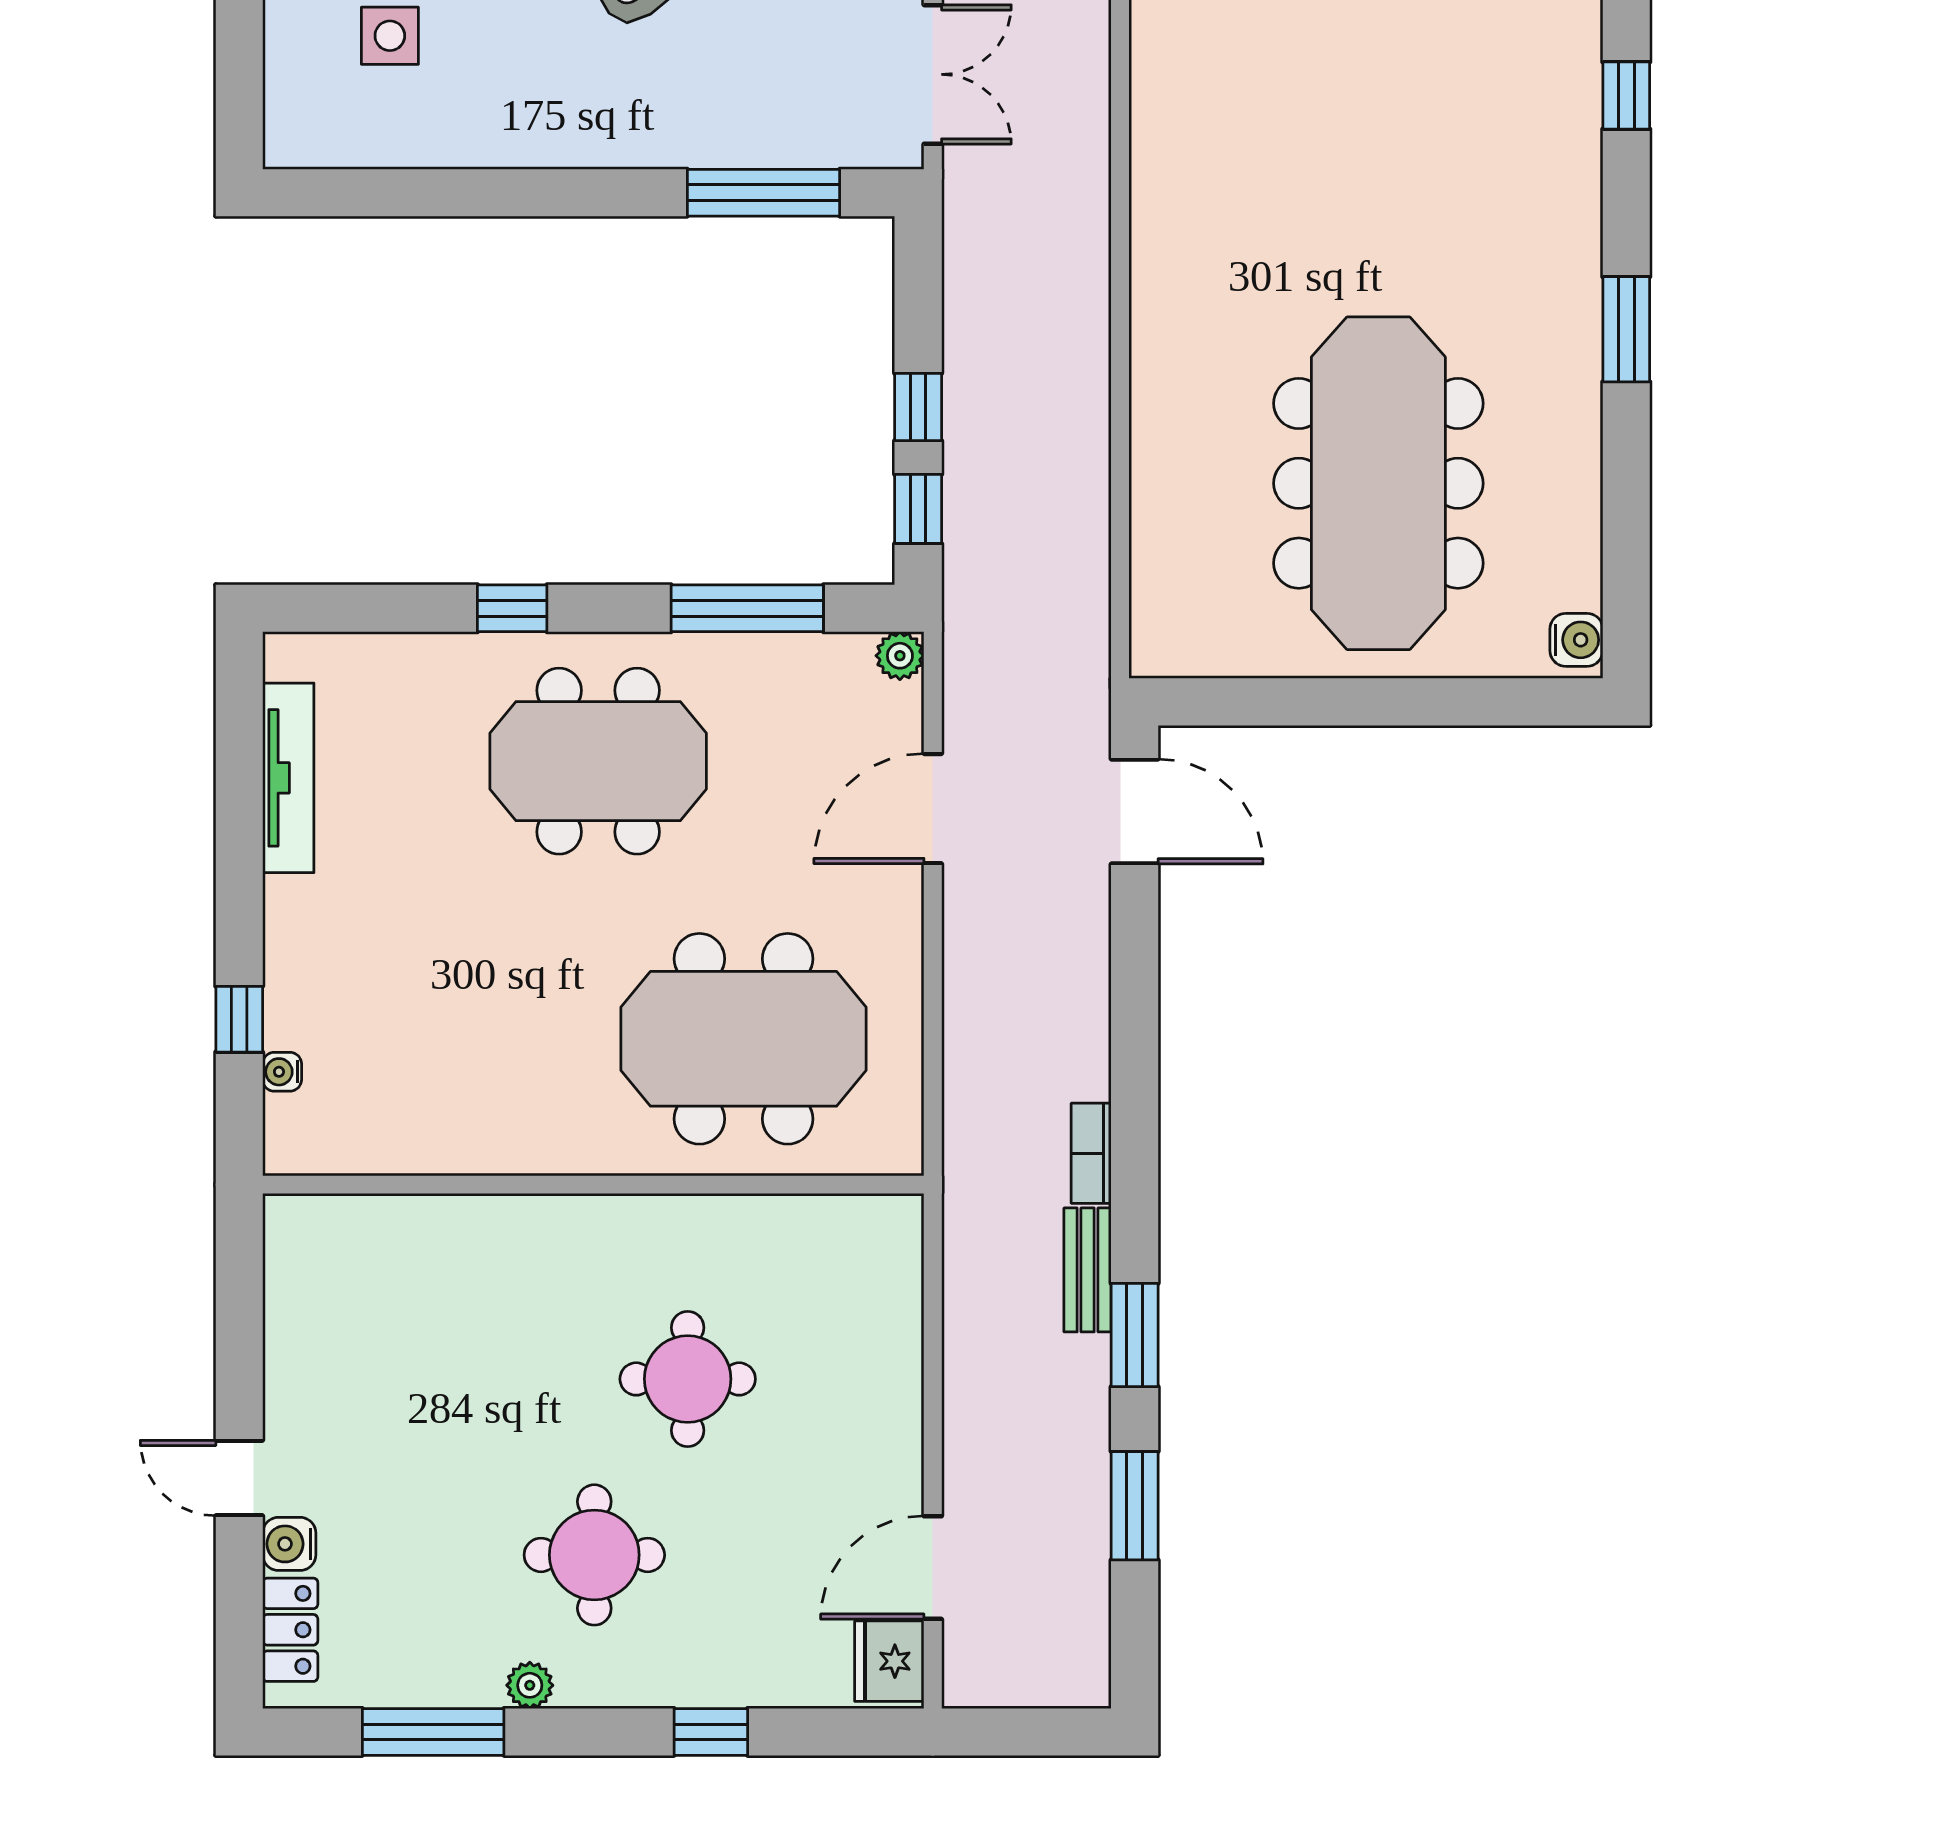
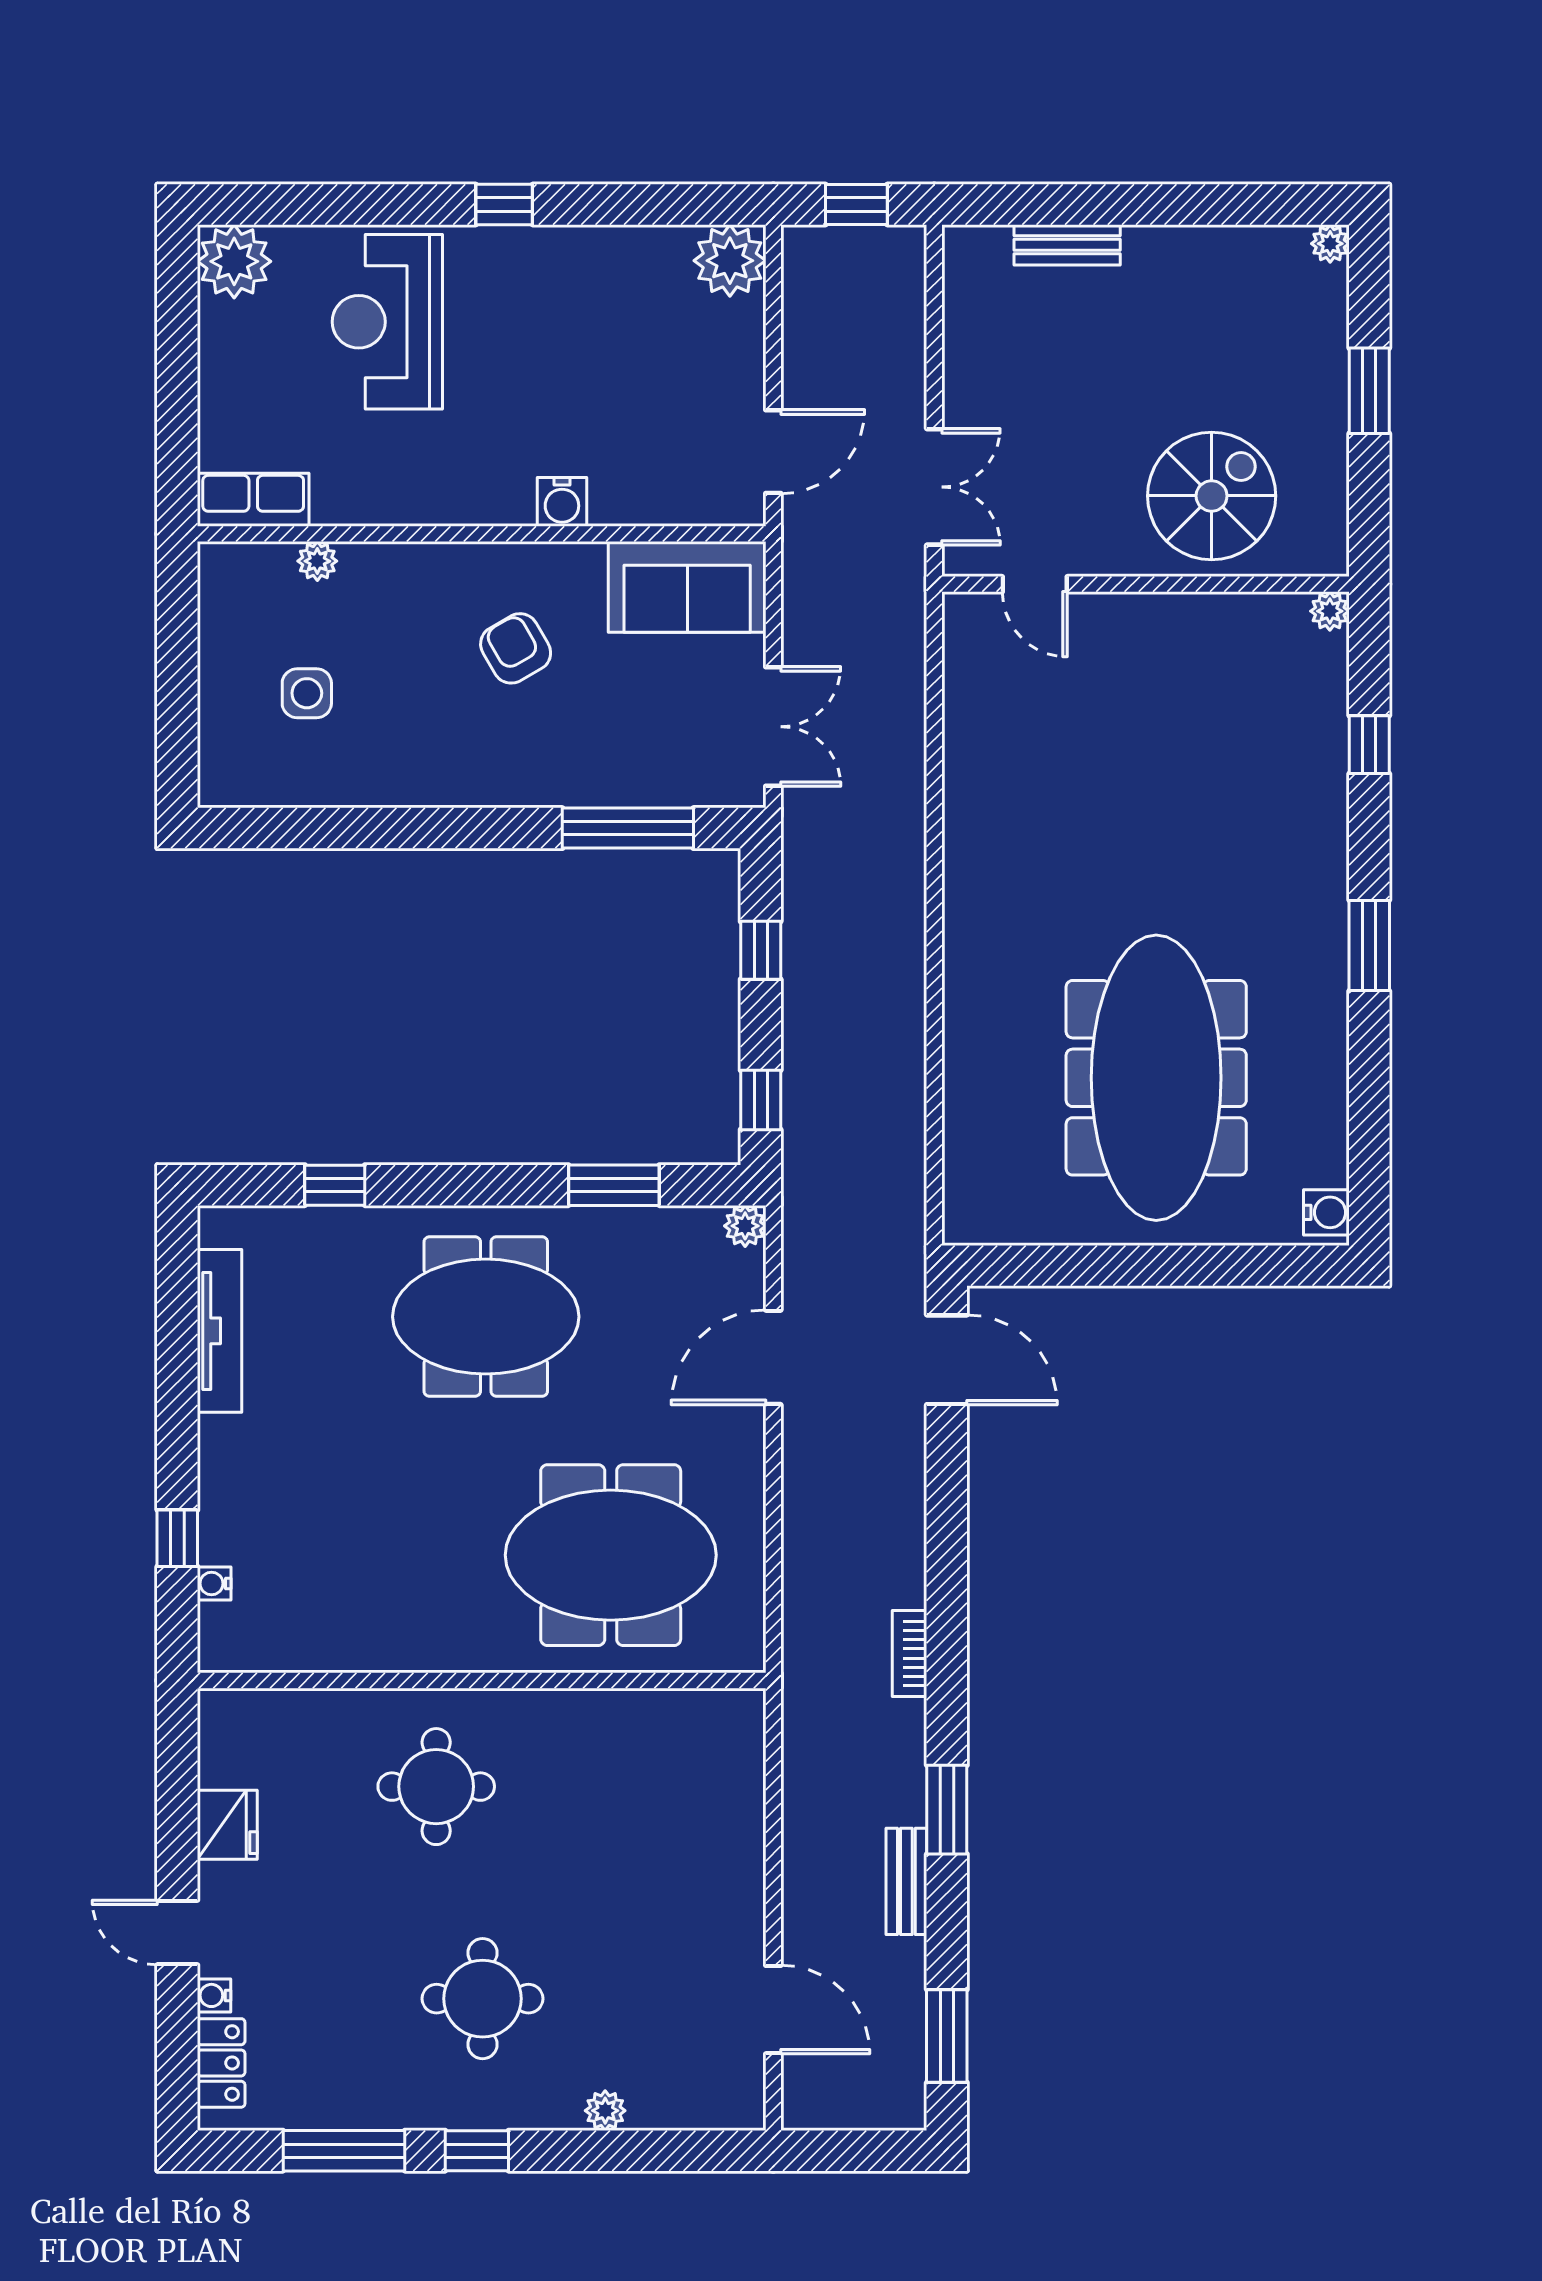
window: (918, 407) -> (761, 950), moved
window: (512, 608) -> (335, 1185), moved
window: (747, 608) -> (614, 1185), width x0.69
bench: (1088, 1270) -> (906, 1881), moved
round table: (688, 1379) -> (436, 1787), moved
window: (1135, 1506) -> (947, 2036), moved
water cooler: (289, 1544) -> (214, 1995), width x0.72, depth x0.72
door: (933, 1568) -> (773, 2010), swing flipped
fridge: (889, 1661) -> (227, 1825), moved, turned 180
plant: (530, 1685) -> (605, 2111), moved
window: (711, 1732) -> (477, 2151), moved

